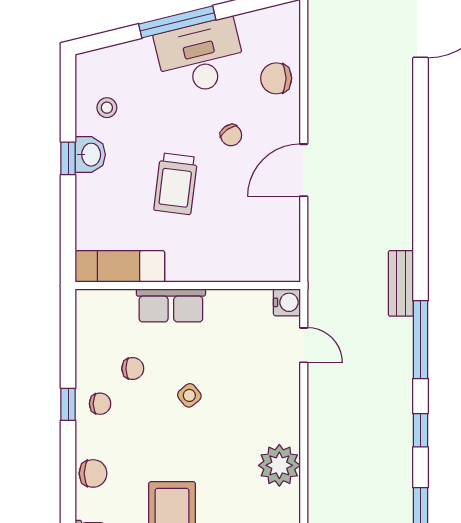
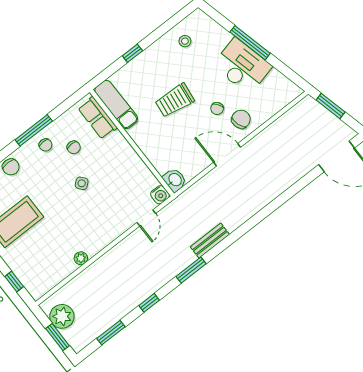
chair: (276, 78) -> (241, 119), moved, turned 72
washbasin: (90, 155) -> (175, 180), moved, turned -90
window: (68, 158) -> (132, 53), moved
row of seats: (171, 305) -> (98, 118), moved
window: (421, 340) -> (191, 270), width x0.69
window: (68, 404) -> (34, 130), width x2.17
plant: (279, 465) -> (81, 258), width x0.53, depth x0.53

